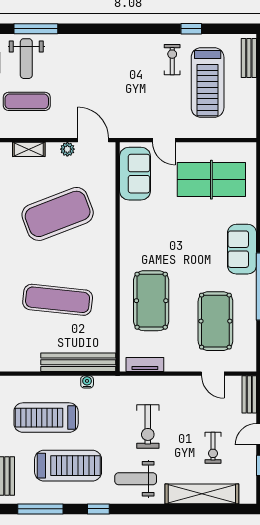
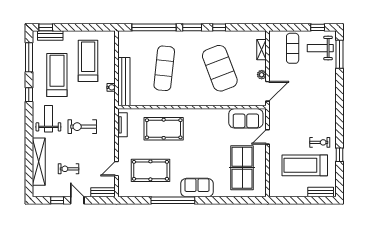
treadmill: (68, 466) -> (57, 75), turned 180

